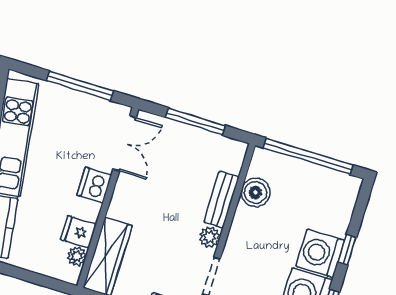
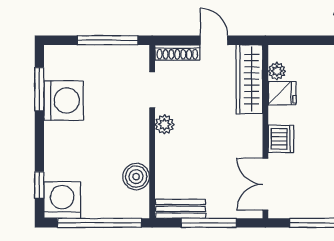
bench: (221, 200) -> (181, 209), moved, turned 90
window: (347, 250) -> (39, 185), moved
washing machine: (320, 253) -> (62, 200), moved, turned -90

